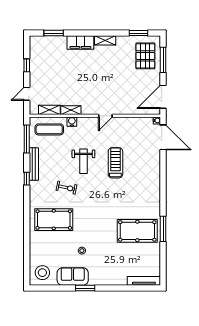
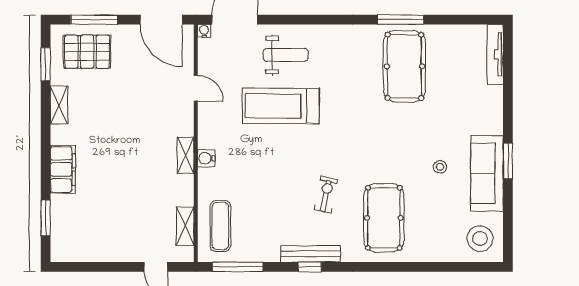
shelving: (105, 40) -> (59, 105), moved
window: (27, 65) -> (104, 267), removed
shelving: (71, 110) -> (186, 155), moved
door: (105, 116) -> (196, 88), moved
water cooler: (72, 122) -> (206, 158), moved
weight bench: (83, 161) -> (286, 55), moved
treadmill: (115, 163) -> (281, 106), width x1.37, depth x1.38
bench: (34, 164) -> (310, 254), moved
sofa: (73, 277) -> (487, 174), width x1.36

